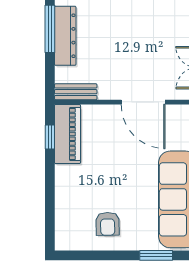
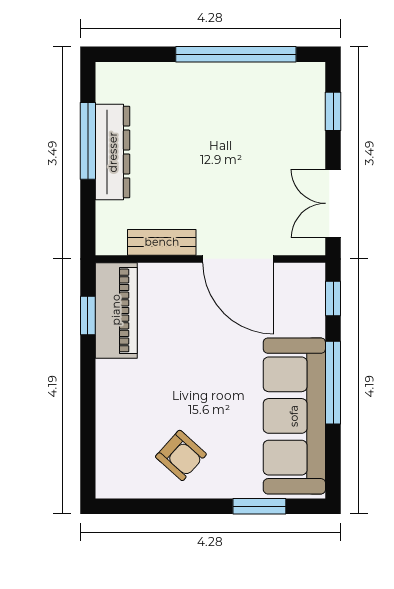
bench: (76, 92) -> (162, 242), moved
armchair: (108, 224) -> (181, 455), turned -47

